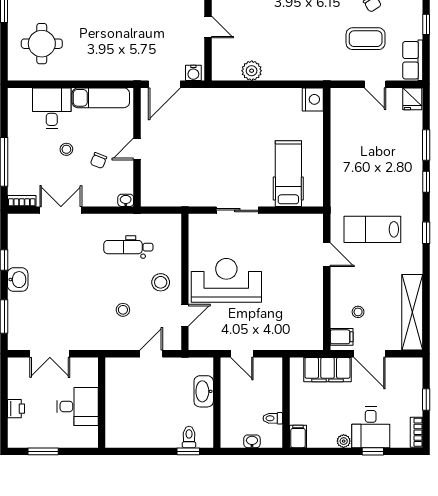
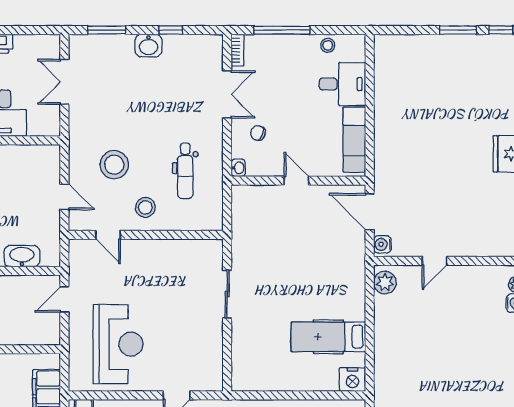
round table: (42, 44) -> (416, 73), removed
plant: (252, 71) -> (385, 282), moved
stool: (66, 149) -> (328, 45), moved
chair: (99, 161) -> (258, 133), moved
hospital bed: (288, 174) -> (328, 337), moved, turned 180
dental chair: (128, 247) -> (185, 171), turned 180
reception desk: (226, 280) -> (118, 344), moved
stool: (123, 310) -> (114, 165), width x1.89, depth x1.89

